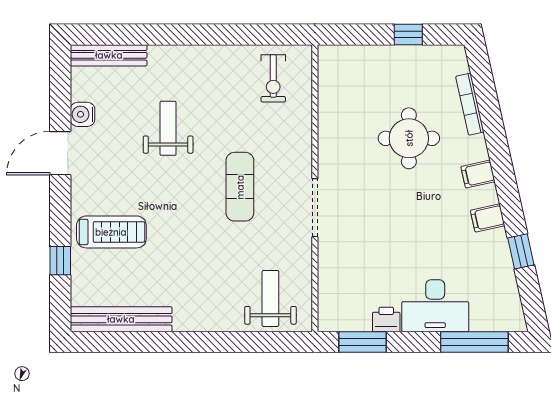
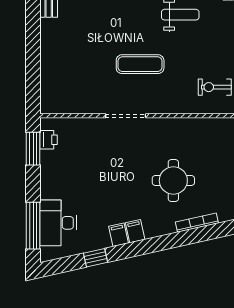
filing cabinet: (478, 174) -> (135, 231), moved
weight bench: (270, 298) -> (63, 85), removed
desk: (435, 306) -> (58, 223), moved
printer: (386, 320) -> (48, 140), moved

